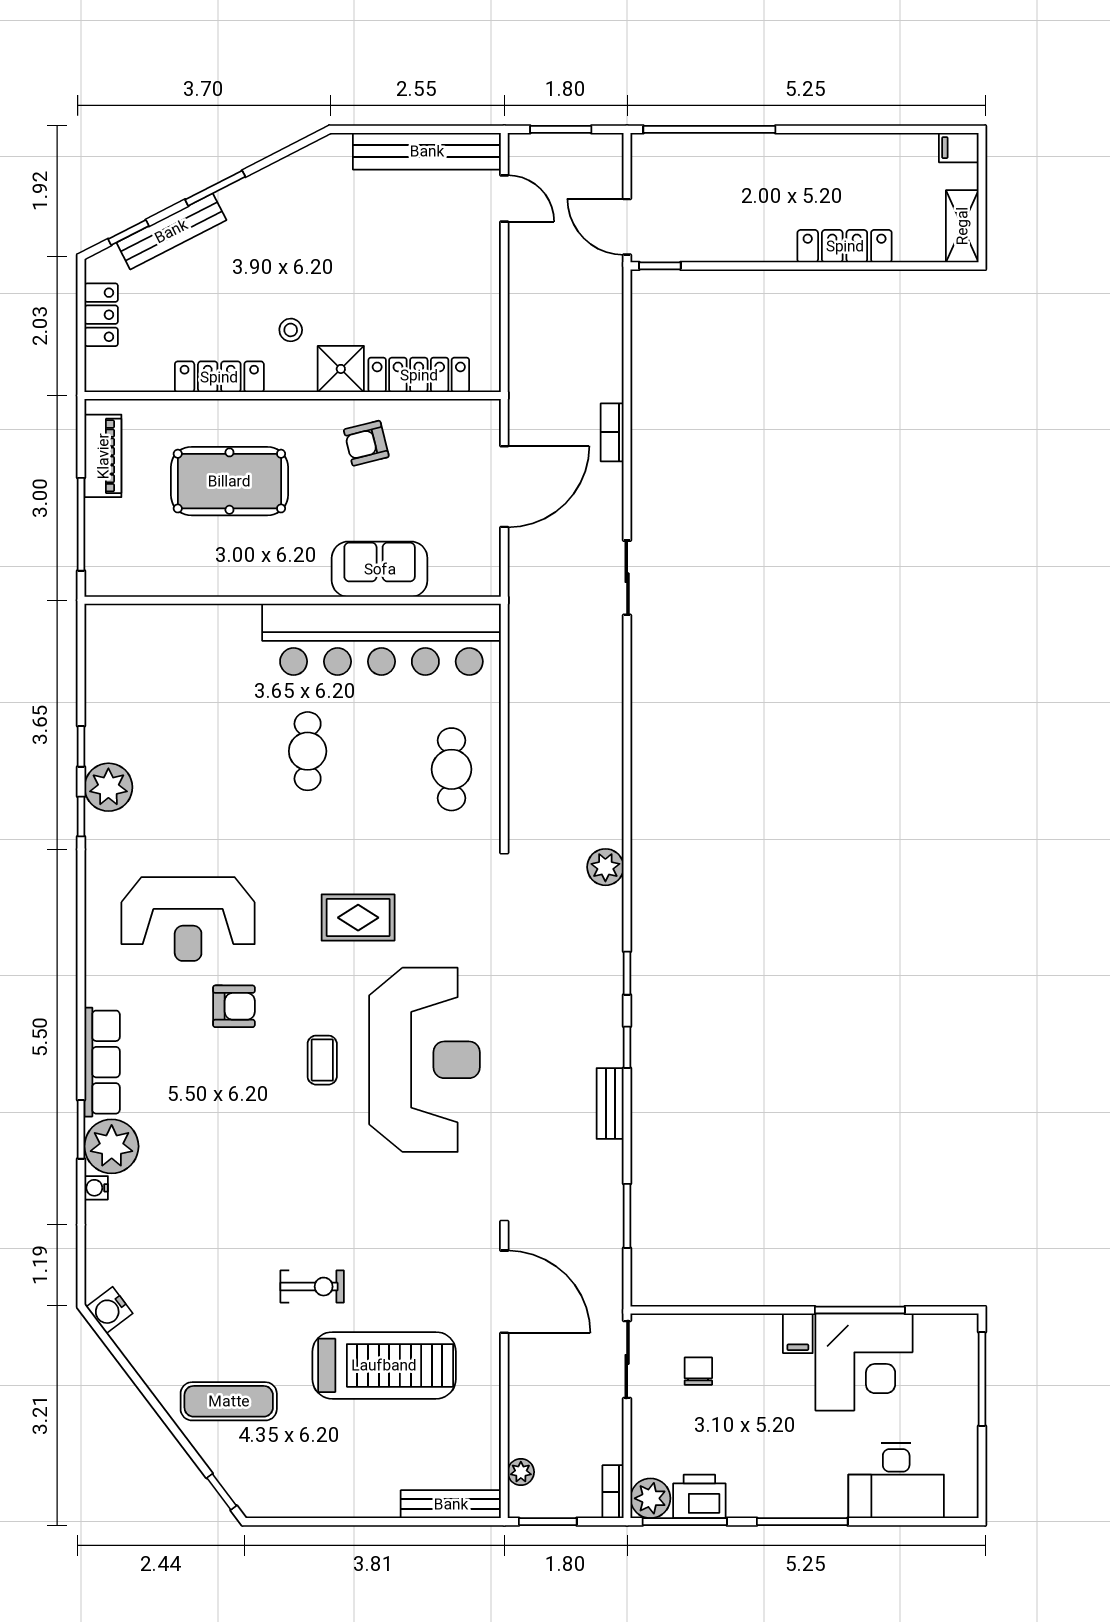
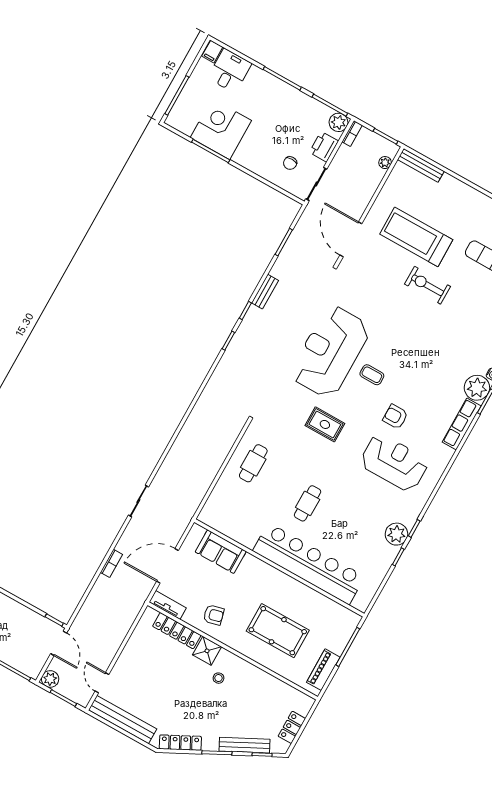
locker: (219, 377) -> (180, 743), moved, turned 153
tv unit: (463, 413) -> (168, 605), added
sofa: (380, 569) -> (221, 552), moved
bar counter: (381, 639) -> (309, 564), moved
plant: (605, 867) -> (50, 679), moved
coffee table: (322, 1060) -> (372, 375), turned 90
exercise bike: (312, 1287) -> (427, 285), width x1.38, depth x1.39
filing cabinet: (798, 1333) -> (212, 52), moved, turned 180
desk: (896, 1481) -> (230, 71), width x0.73
printer: (699, 1496) -> (324, 147), moved, turned 90

